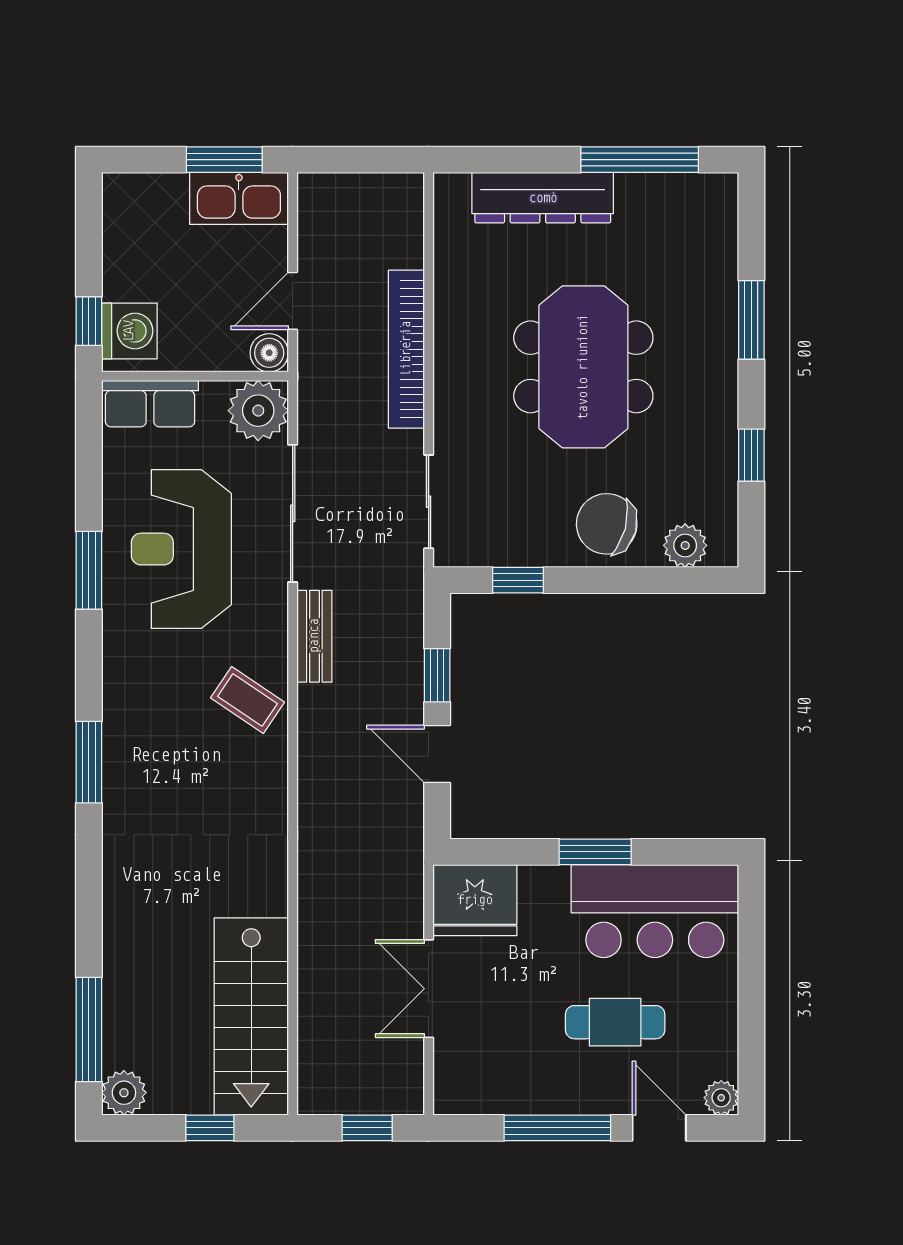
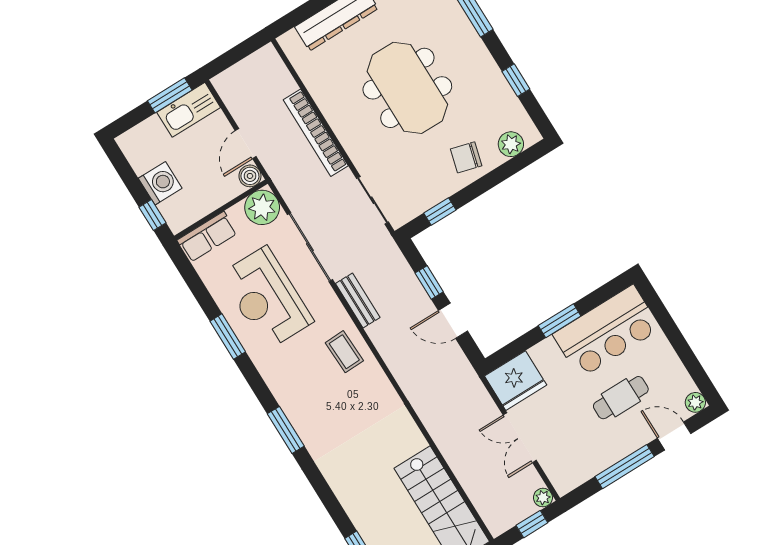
washing machine: (129, 331) -> (160, 183), moved
chair: (607, 524) -> (466, 157), width x0.73, depth x0.73
coffee table: (247, 700) -> (344, 352), turned 54
plant: (408, 1099) -> (543, 498), added

